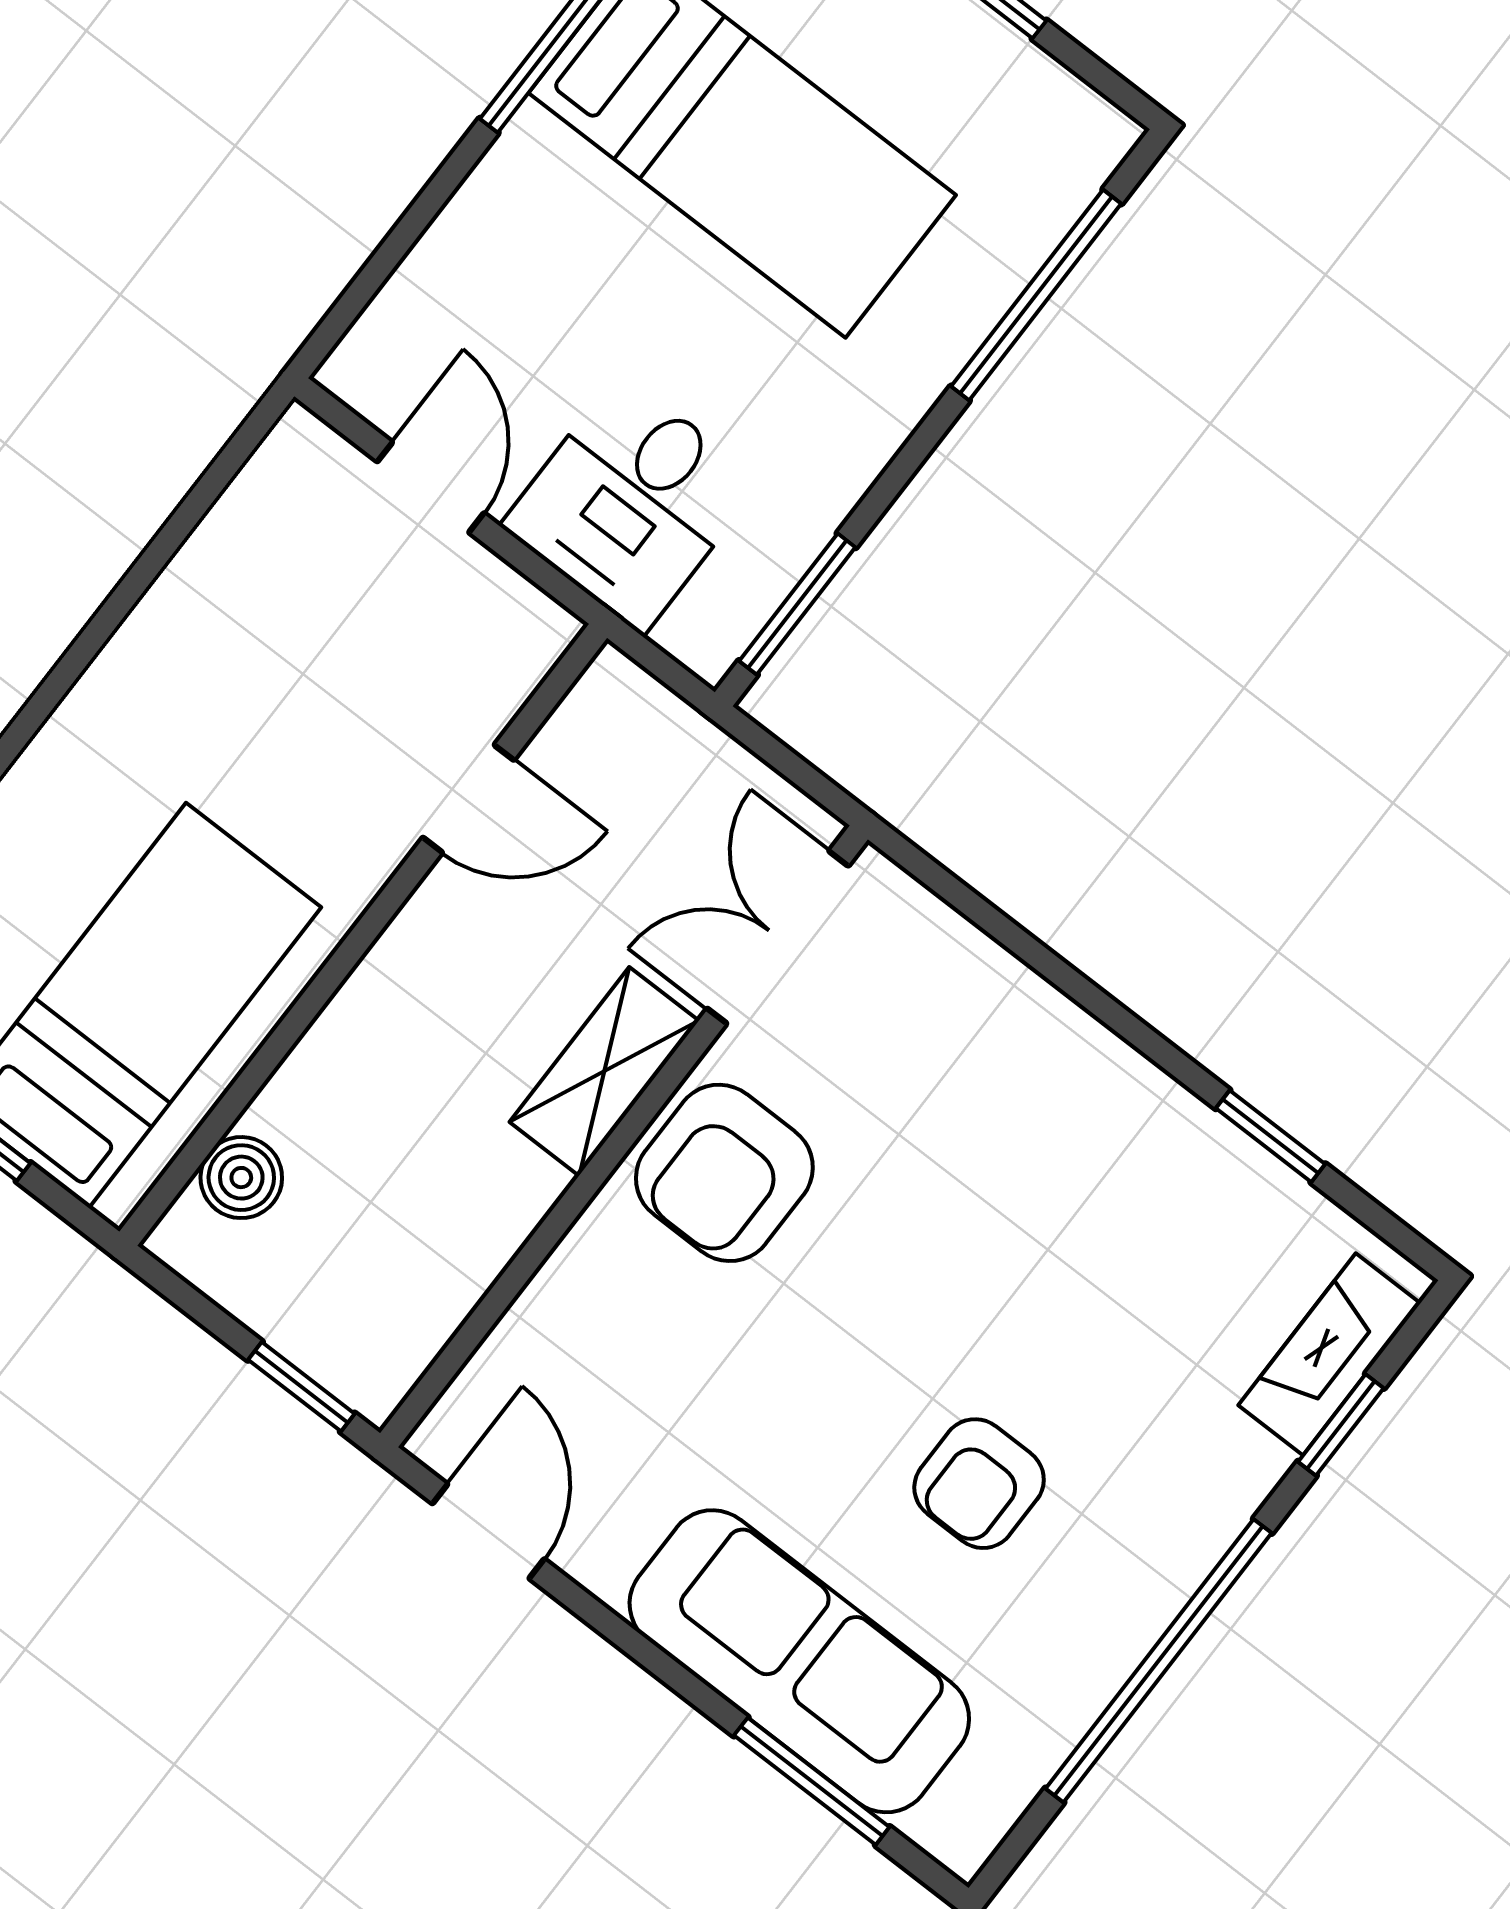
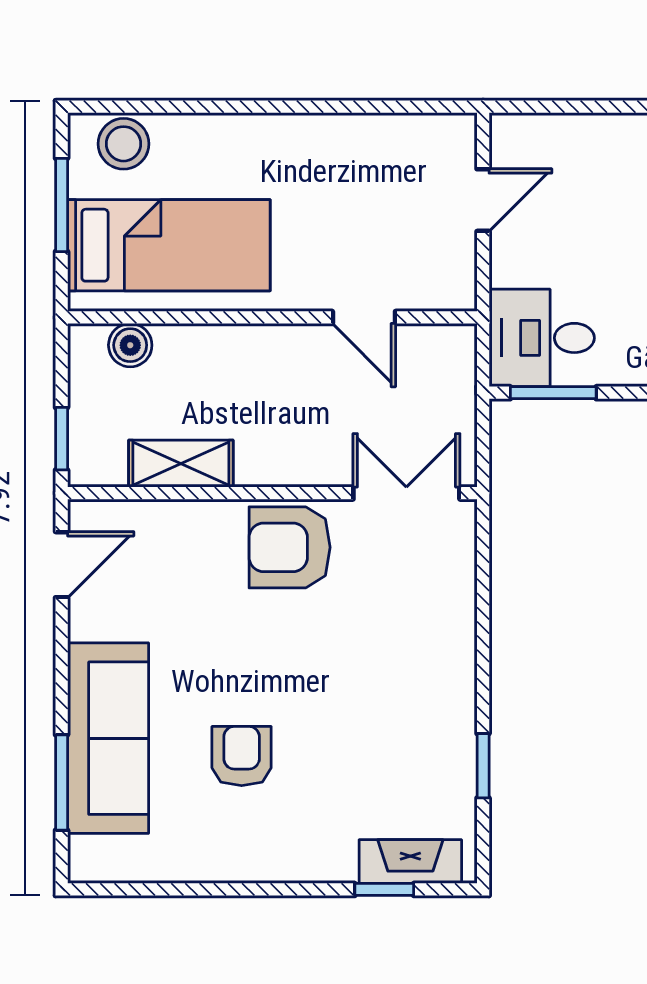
desk: (631, 503) -> (542, 338), moved
shelving: (604, 1071) -> (181, 464), moved
armchair: (979, 1484) -> (242, 756), turned 90
window: (1159, 1661) -> (225, 889), removed

